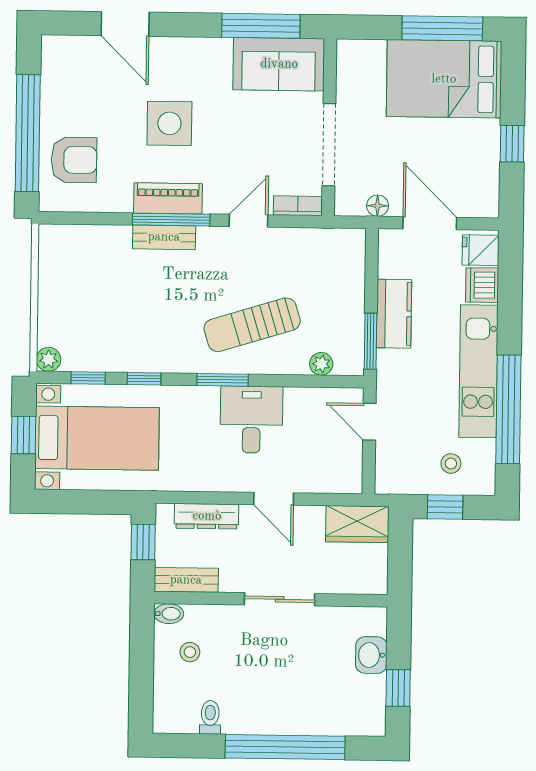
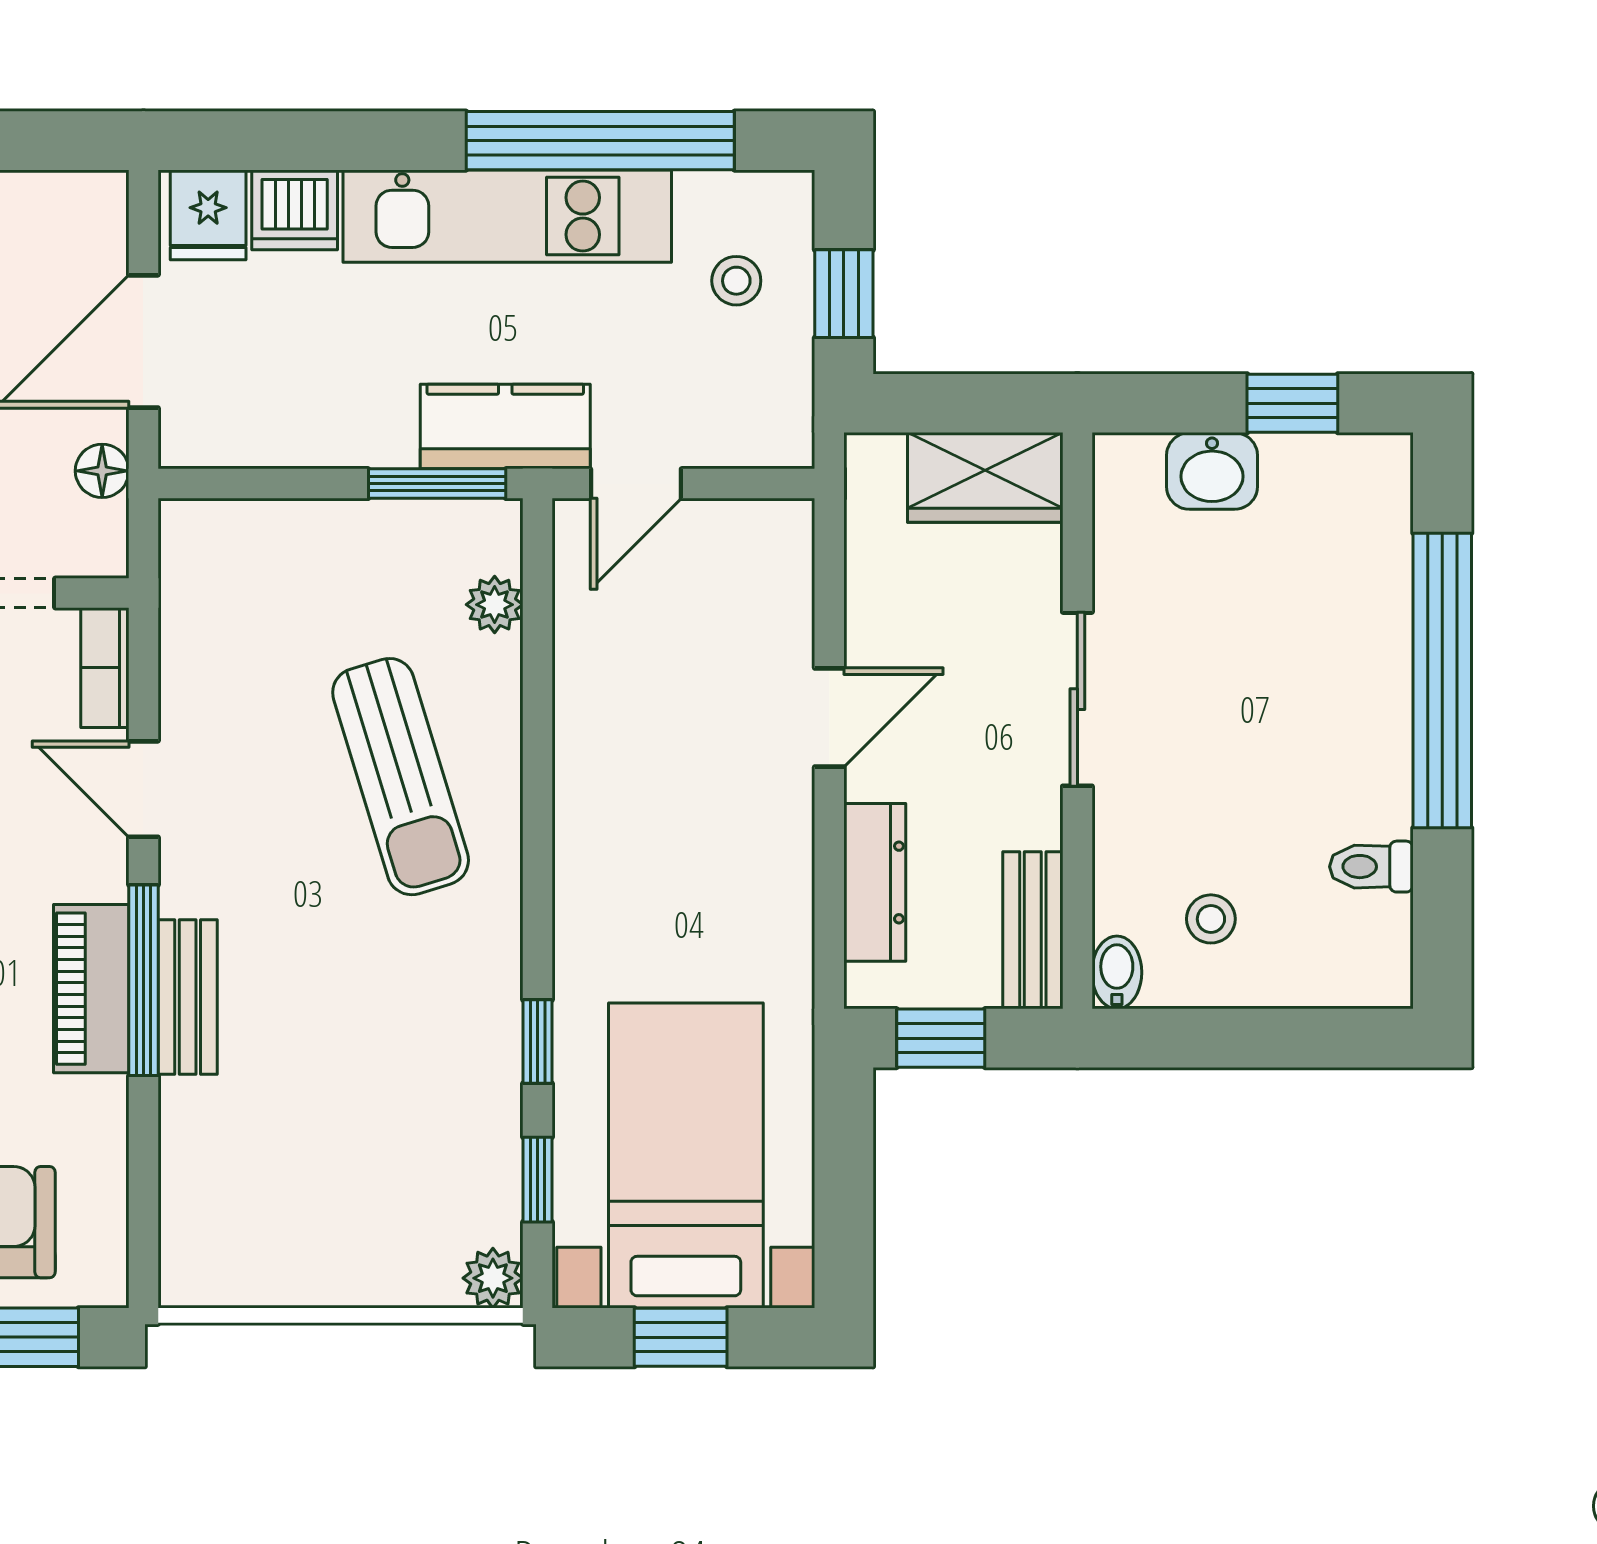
kitchen counter: (394, 314) -> (505, 427), moved
window: (223, 380) -> (537, 848), removed
desk: (251, 420) -> (634, 775), removed
wardrobe: (357, 524) -> (985, 477), moved, turned 90

